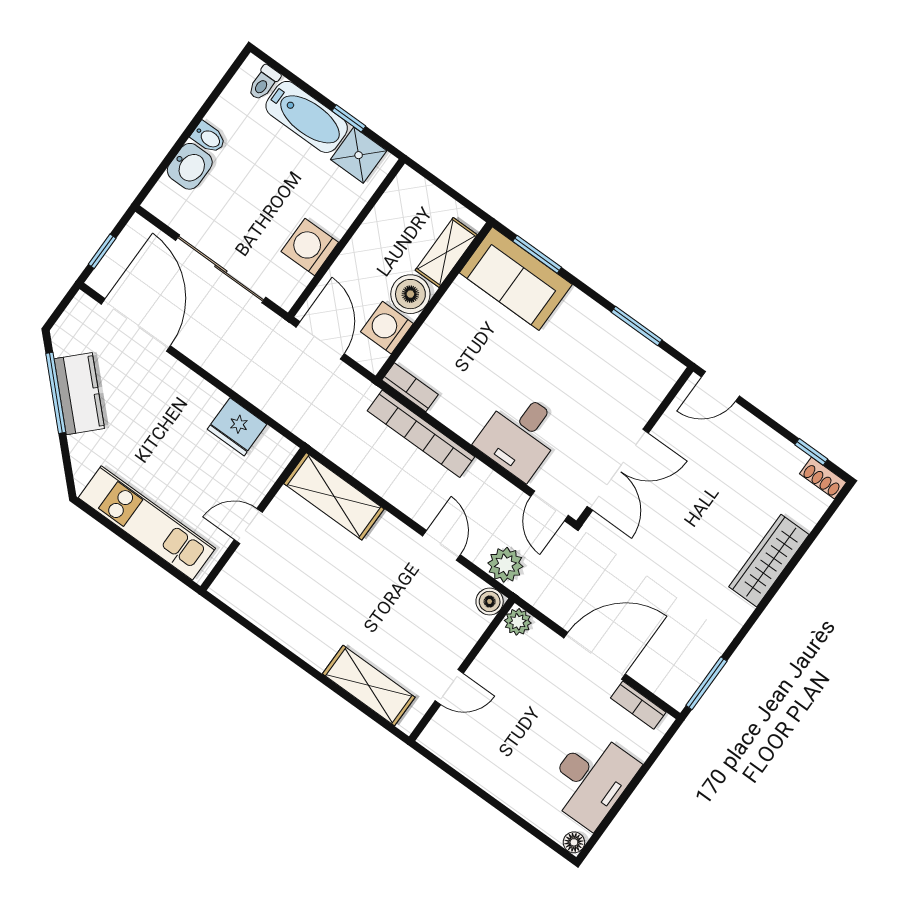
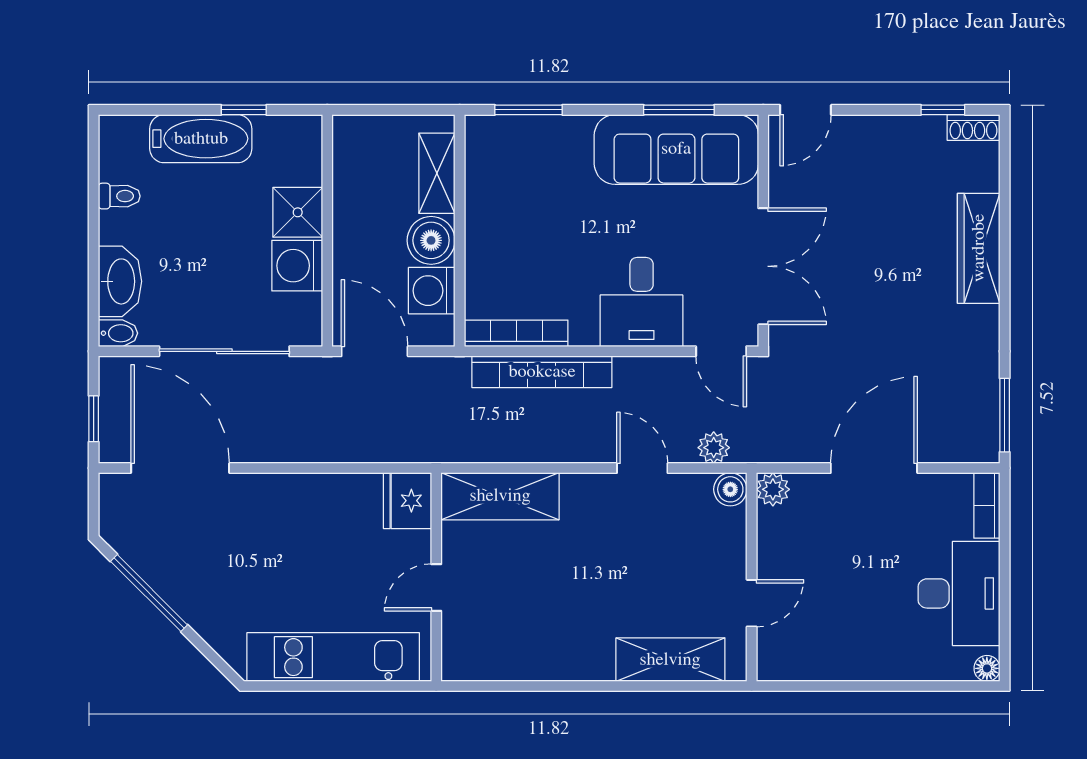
toilet: (264, 83) -> (119, 196), moved, turned -90
bidet: (209, 138) -> (118, 333), moved
shower: (359, 155) -> (298, 212), moved
washbasin: (190, 166) -> (120, 281), width x1.38
sofa: (516, 279) -> (676, 149), moved, width x1.36
bookcase: (410, 387) -> (516, 333), width x1.56
kitchen counter: (79, 394) -> (173, 577), removed
fridge: (237, 427) -> (408, 501), moved, turned 90
plant: (505, 565) -> (714, 448), width x0.73, depth x0.73
bookcase: (638, 705) -> (987, 505), moved, turned 90

